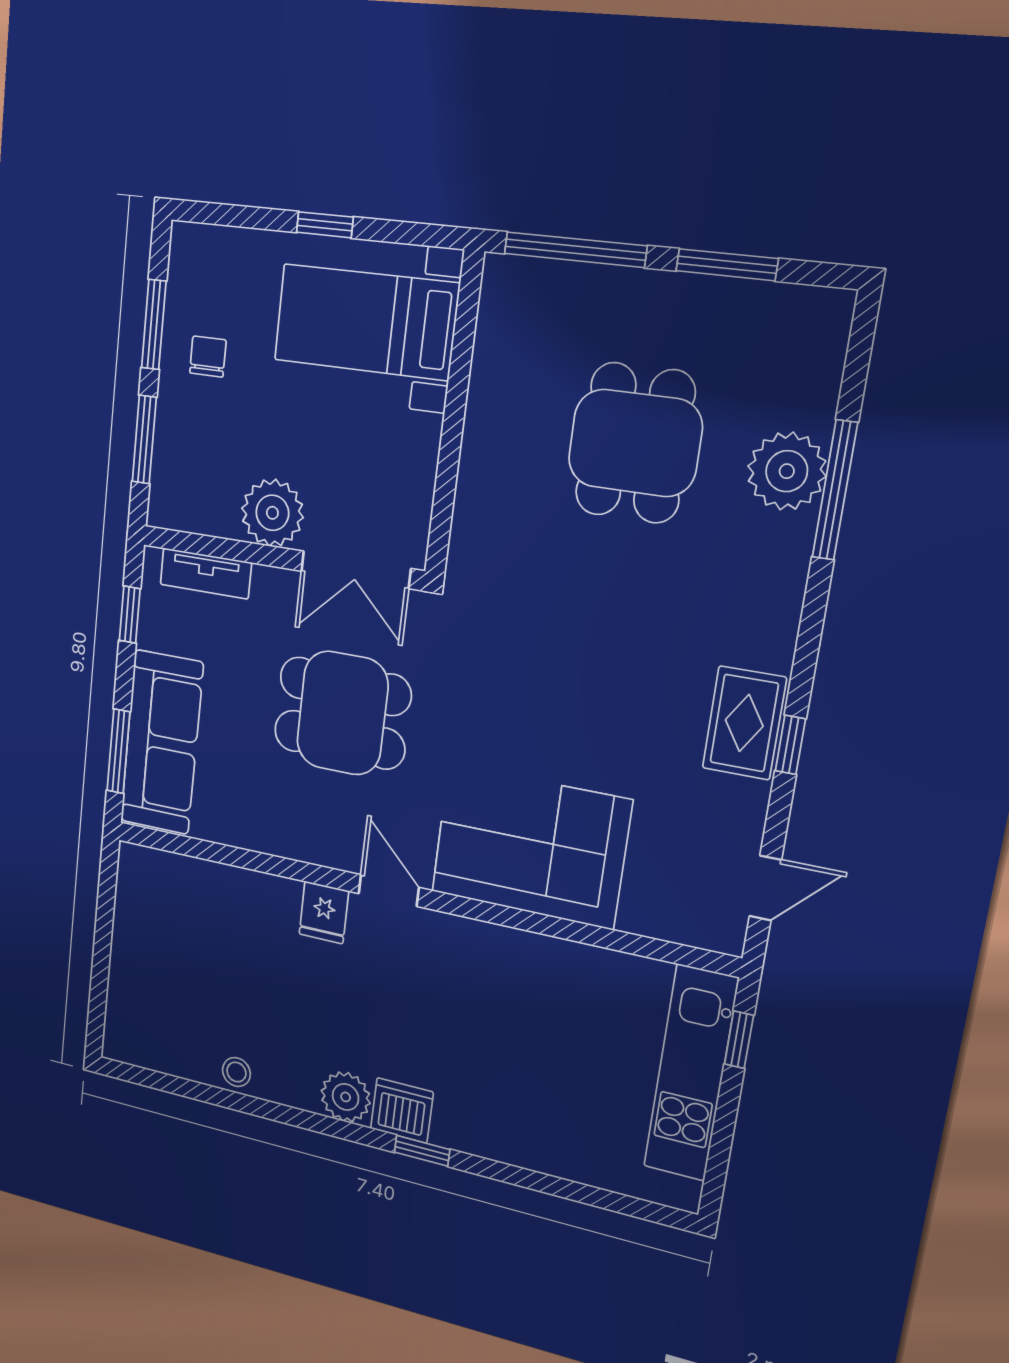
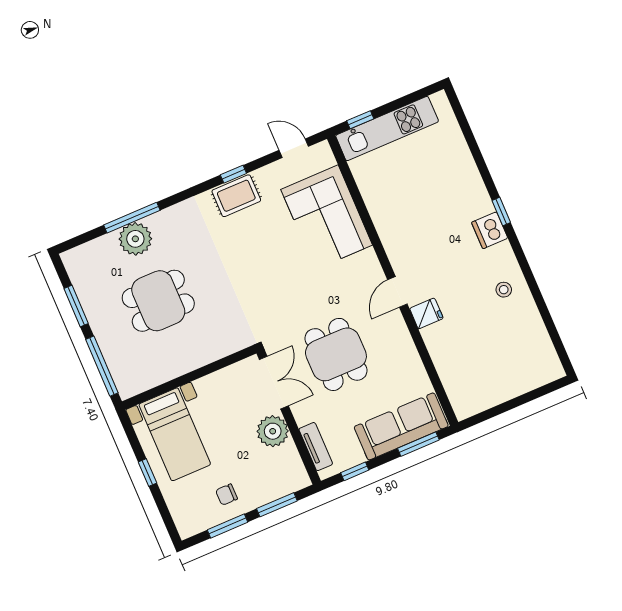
corner sofa: (530, 846) -> (327, 217), moved
stool: (236, 1072) -> (504, 290), moved
plant: (346, 1097) -> (502, 257), removed

